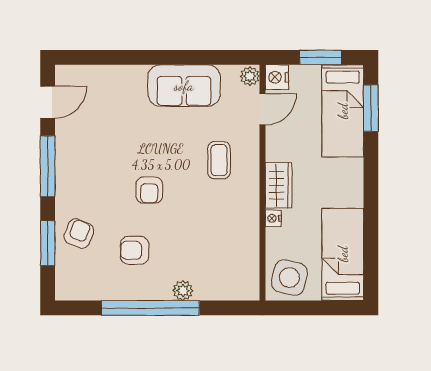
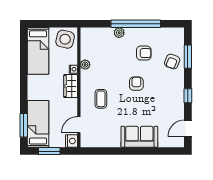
plant: (250, 76) -> (85, 65), moved
sofa: (184, 86) -> (139, 137), moved
window: (48, 166) -> (188, 96), width x0.46

